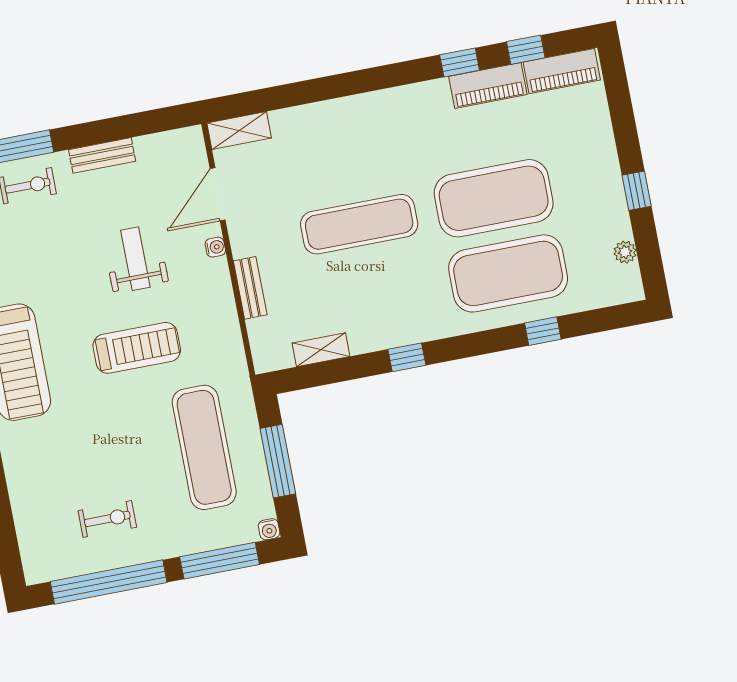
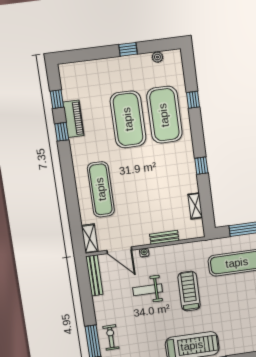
piano: (562, 71) -> (68, 82), removed
bench: (102, 155) -> (94, 275), moved, width x1.36
exercise mat: (359, 224) -> (101, 189), moved

